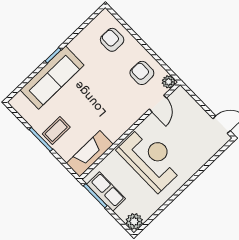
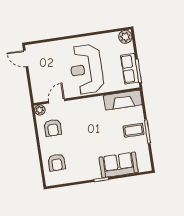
sofa: (52, 77) -> (119, 165), width x0.73

